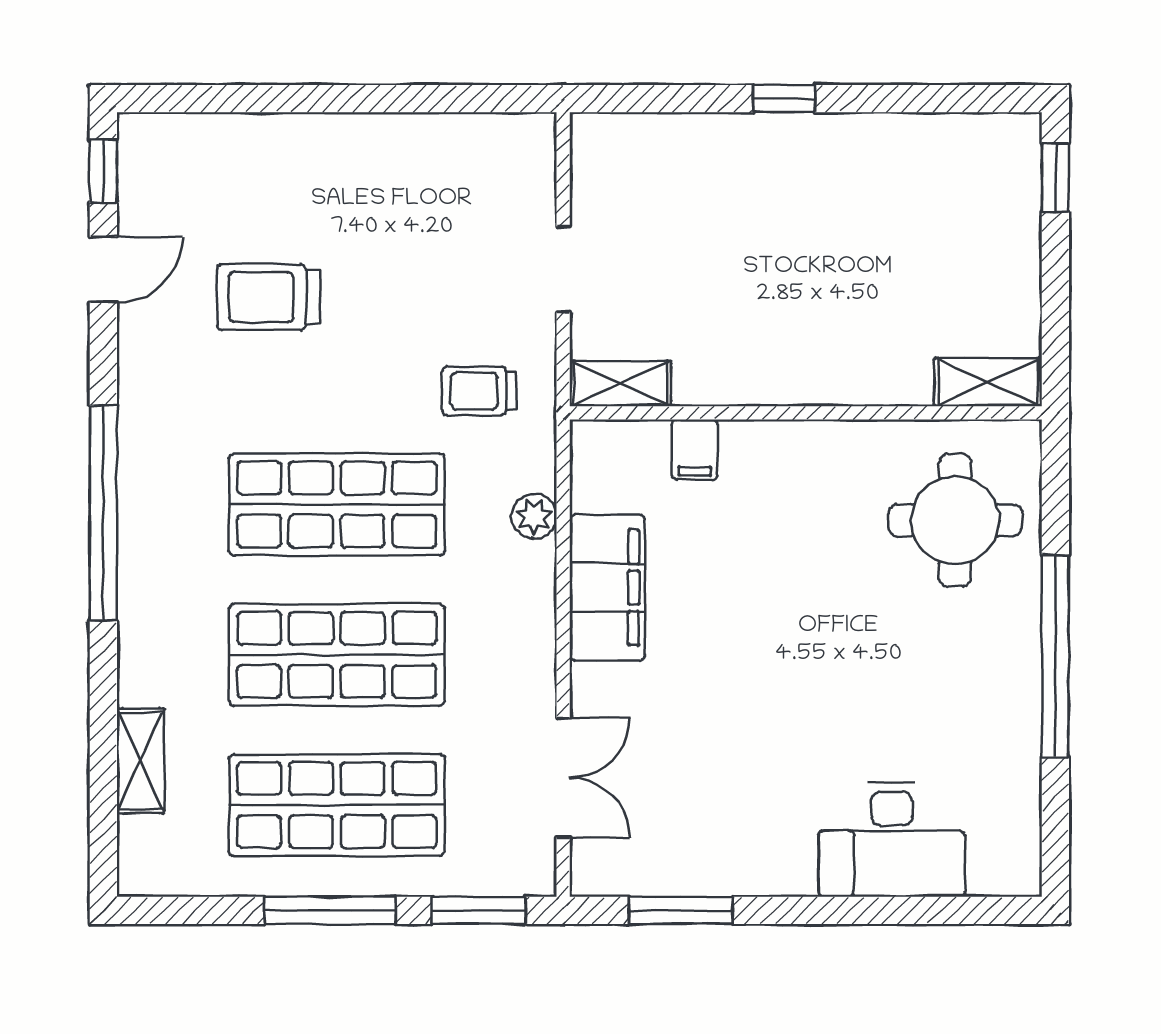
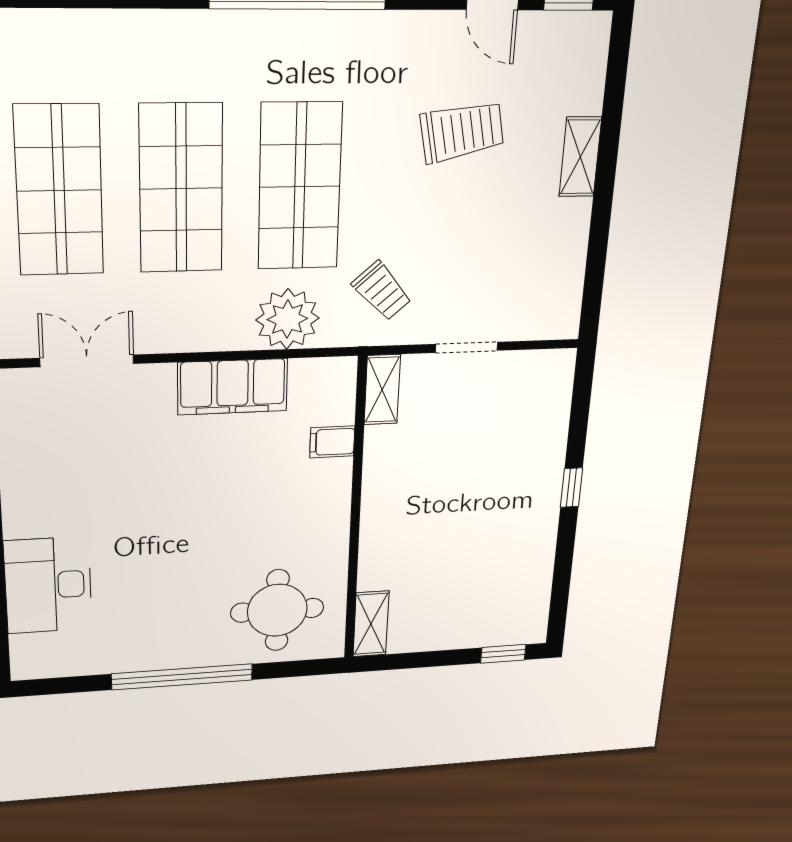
trolley: (268, 297) -> (462, 132), turned 79
trolley: (479, 391) -> (382, 291), turned 138
plant: (534, 516) -> (287, 319), width x1.88, depth x1.88
shelving: (140, 761) -> (580, 157), moved, turned 90
double door: (563, 778) -> (87, 361), swing flipped

